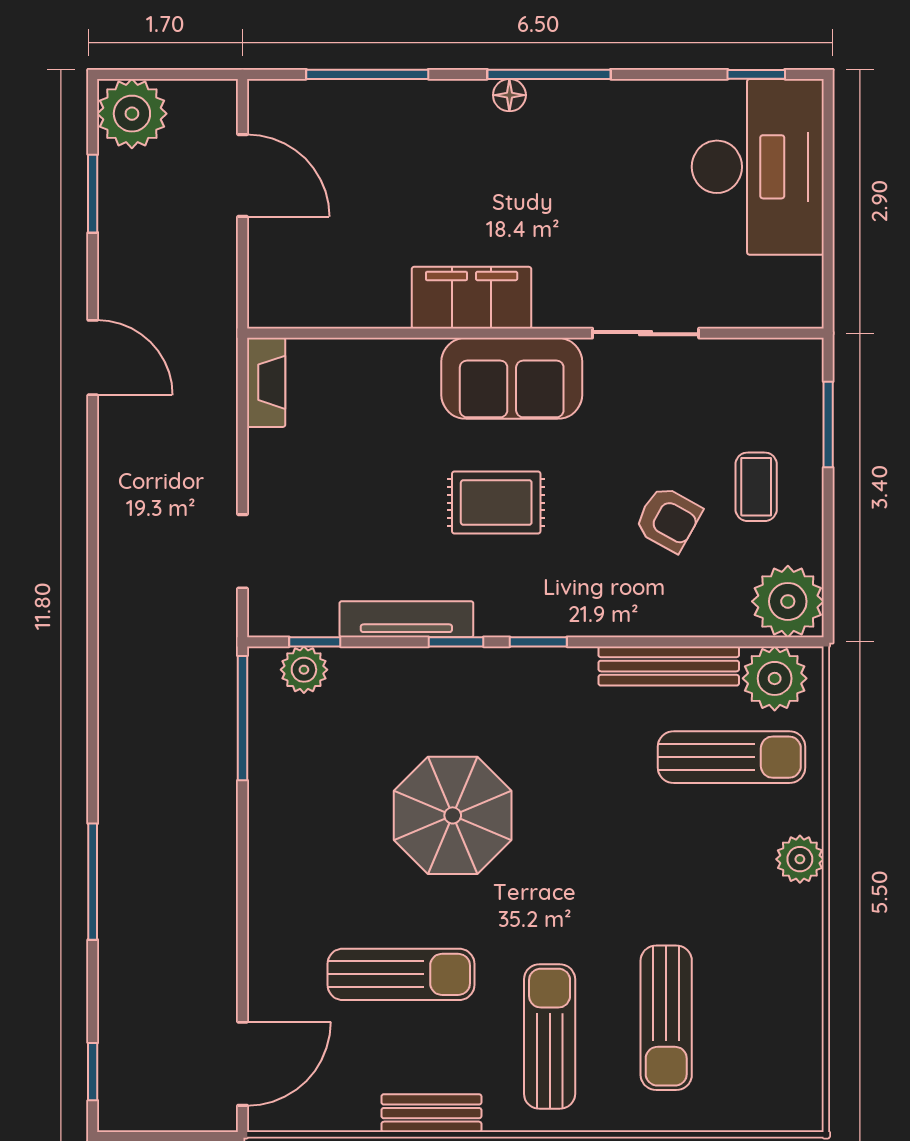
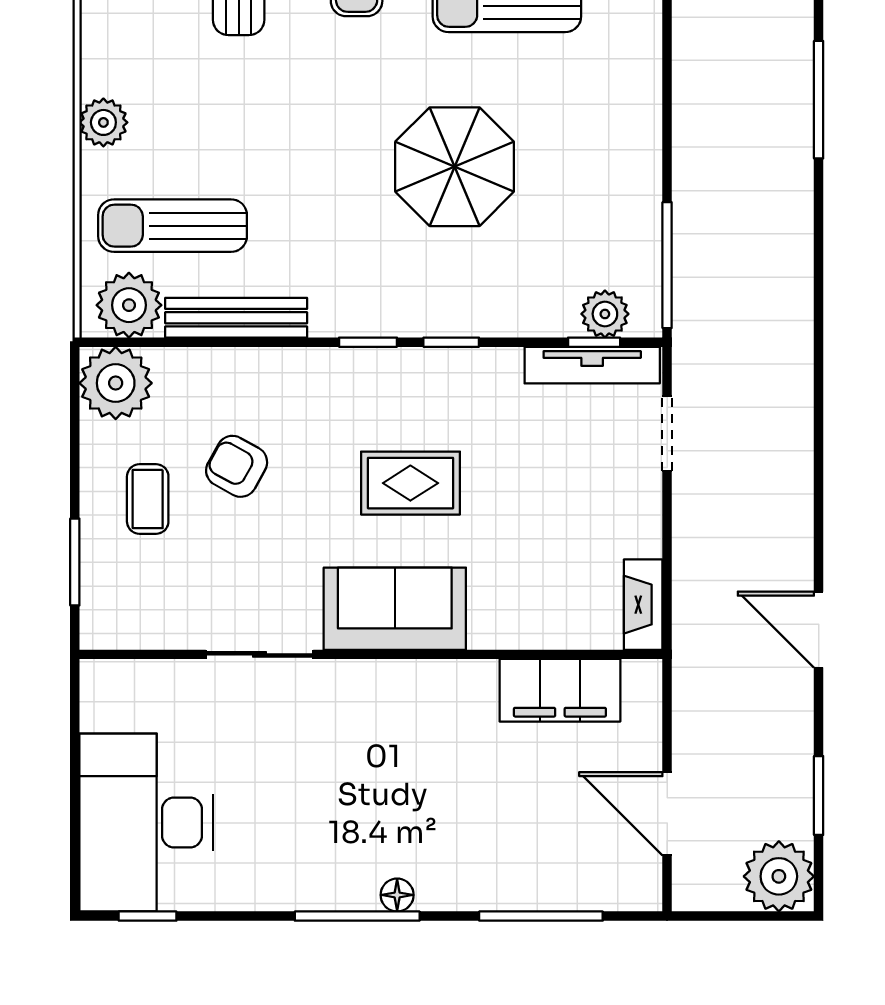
filing cabinet: (472, 298) -> (560, 690), moved
tv unit: (406, 619) -> (592, 365), moved

